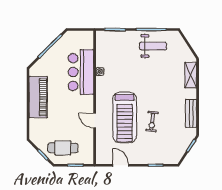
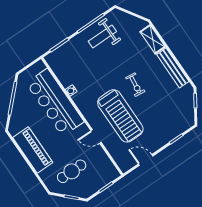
weight bench: (153, 46) -> (102, 36), turned 180
bar counter: (81, 72) -> (55, 102), width x1.36
bench: (191, 113) -> (173, 68), width x1.36
exercise bike: (152, 122) -> (135, 85), moved
cafe table: (63, 148) -> (72, 171), moved

